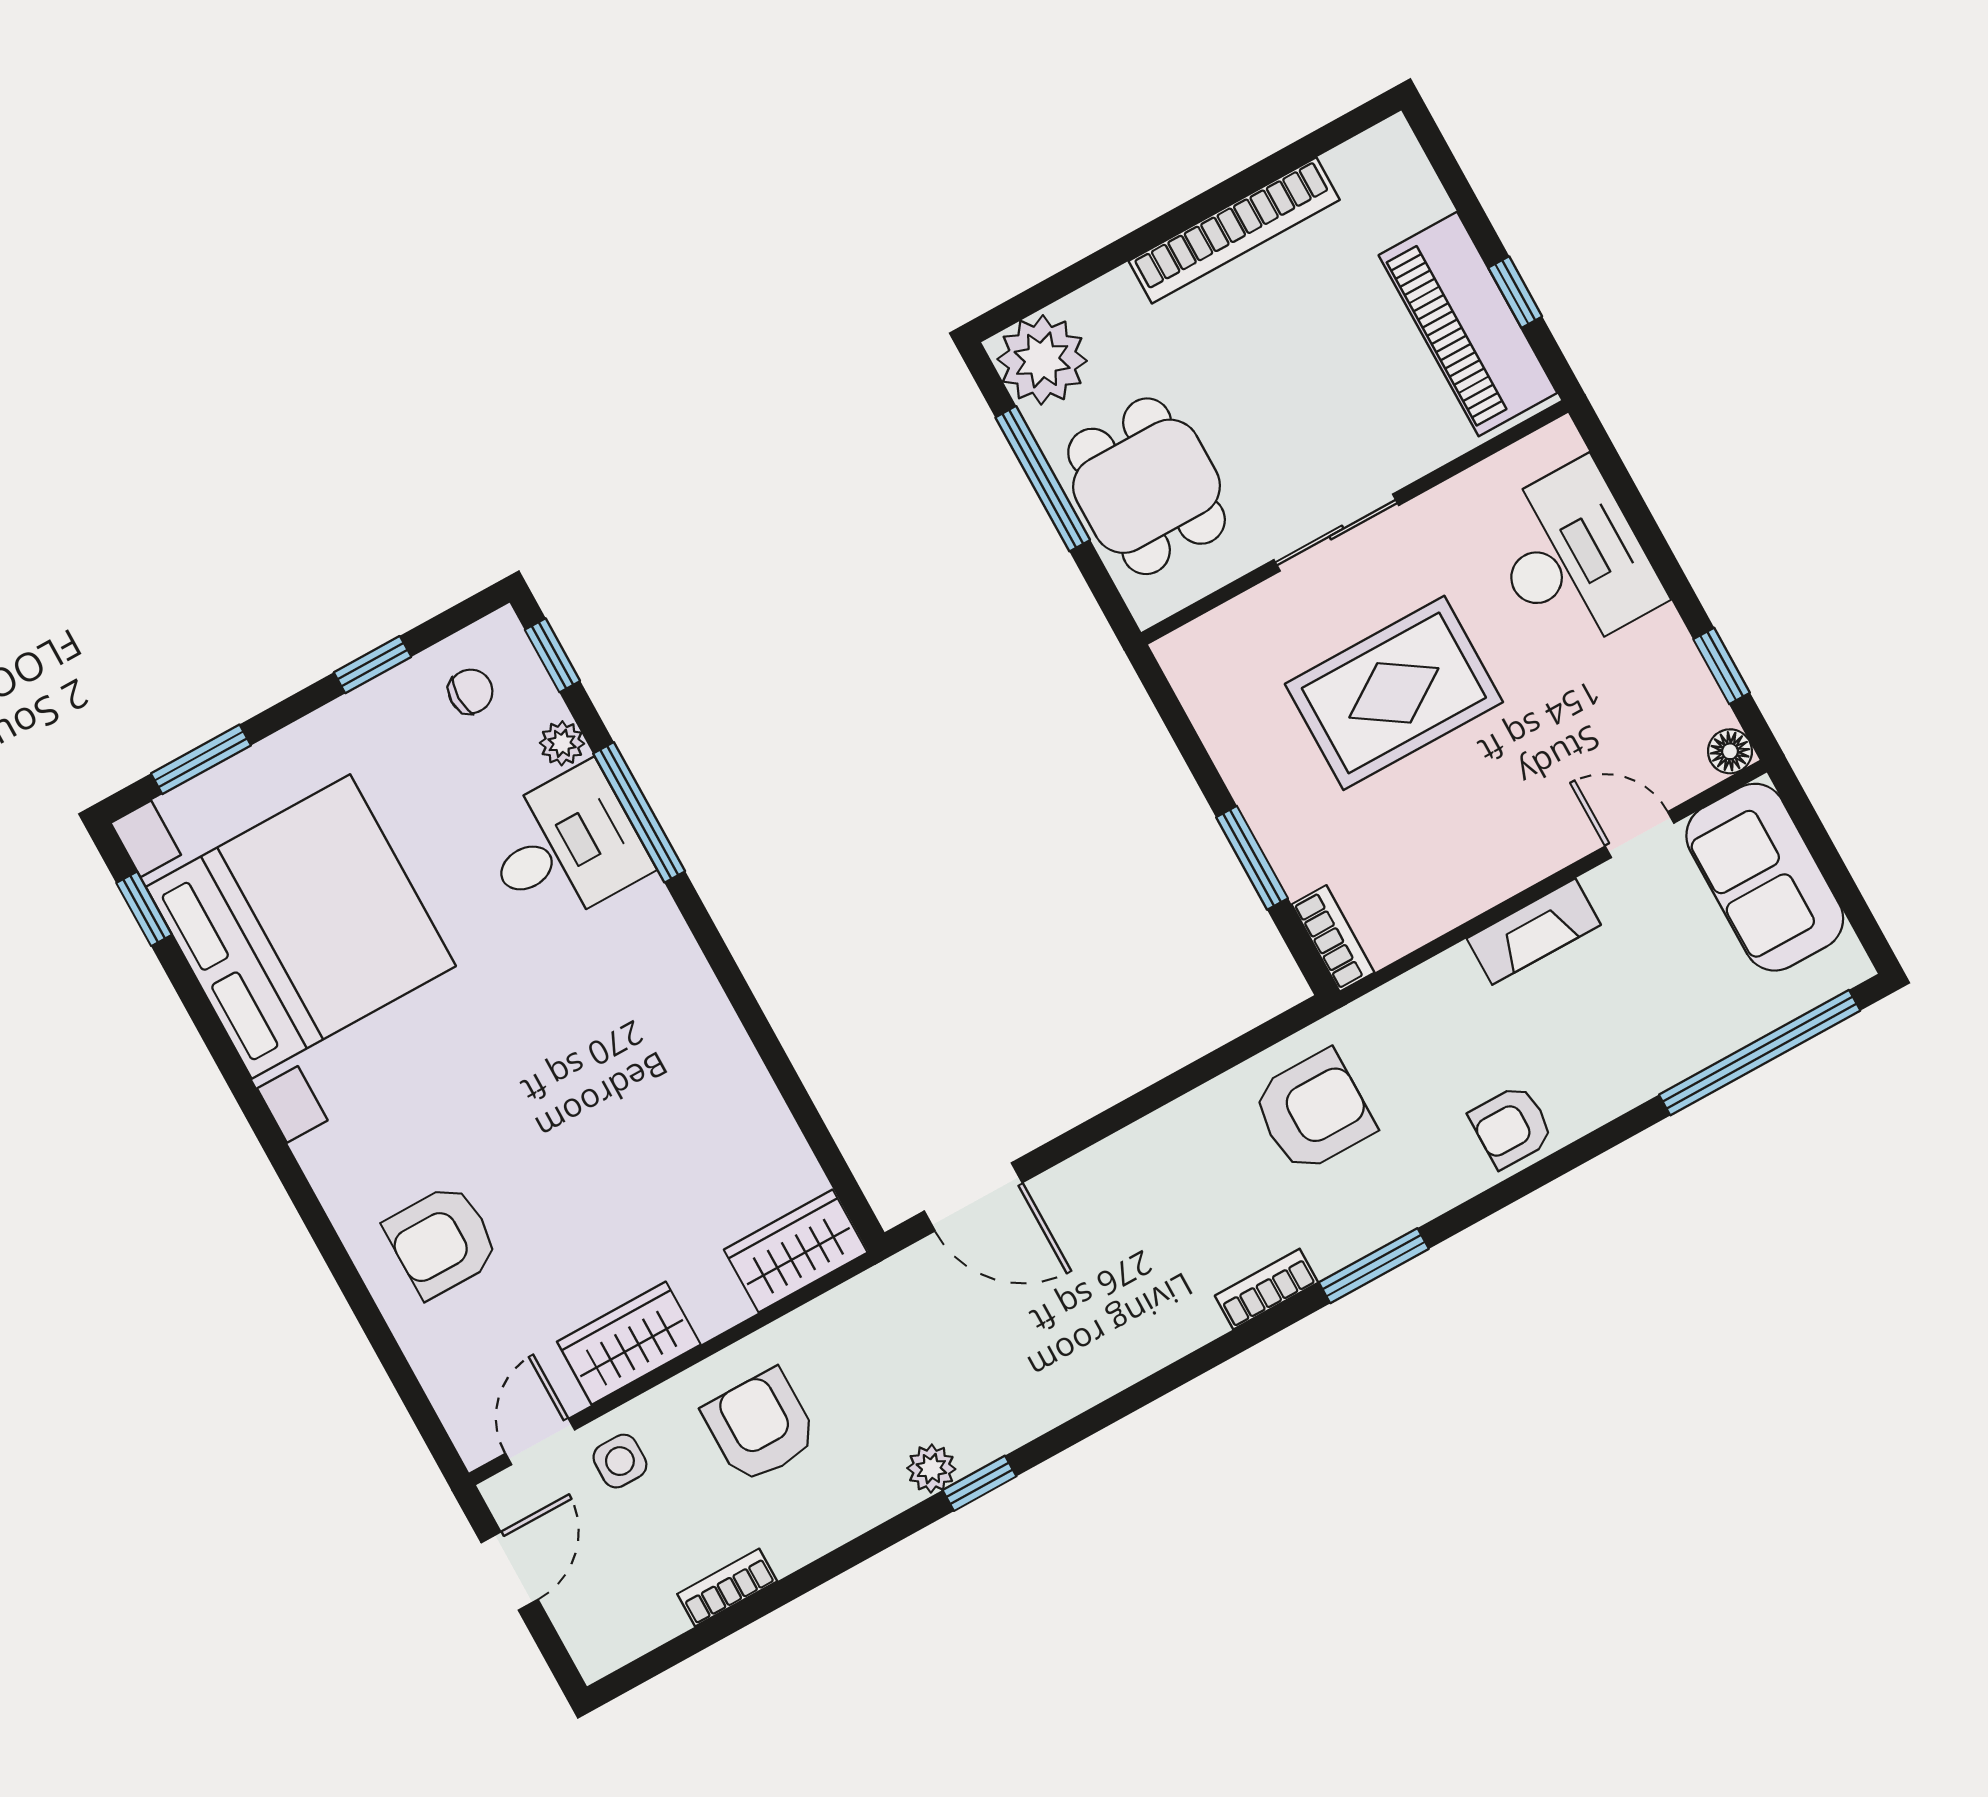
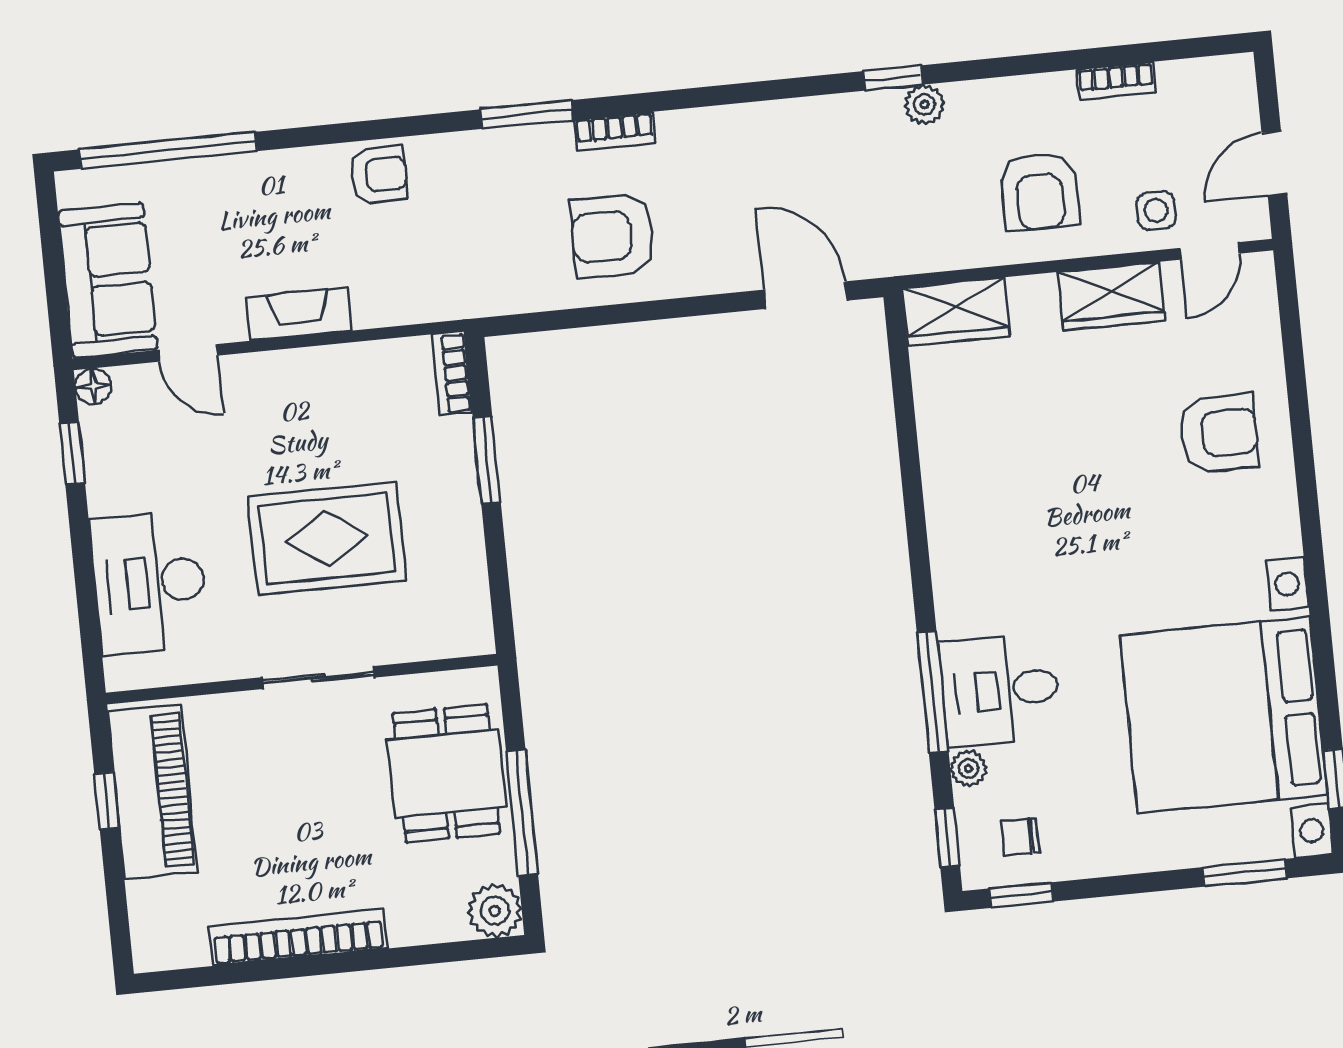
plant: (1042, 360) -> (495, 911), width x0.73, depth x0.73
window: (372, 665) -> (1021, 895), moved
armchair: (1313, 1111) -> (613, 236), moved

